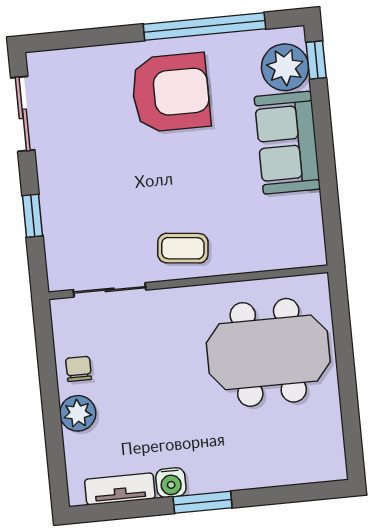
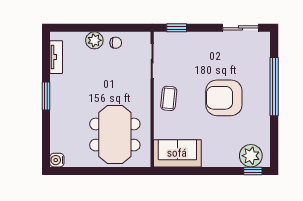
window: (204, 26) -> (274, 87), moved
armchair: (171, 93) -> (224, 98), moved, turned 90
sofa: (287, 143) -> (177, 153), moved
window: (33, 216) -> (177, 28), moved
water cooler: (171, 483) -> (57, 160), moved

